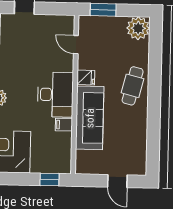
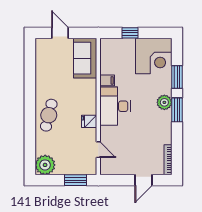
sofa: (90, 118) -> (85, 58), moved, width x0.73
window: (49, 179) -> (130, 33), moved

